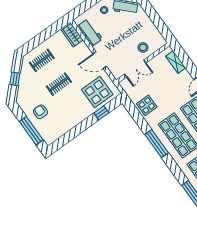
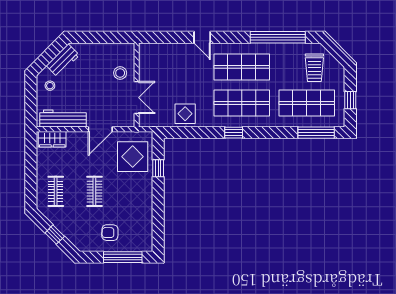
workbench: (90, 33) -> (63, 118), width x1.37
shelving: (176, 62) -> (161, 49), removed
window: (157, 144) -> (234, 133), width x0.46

